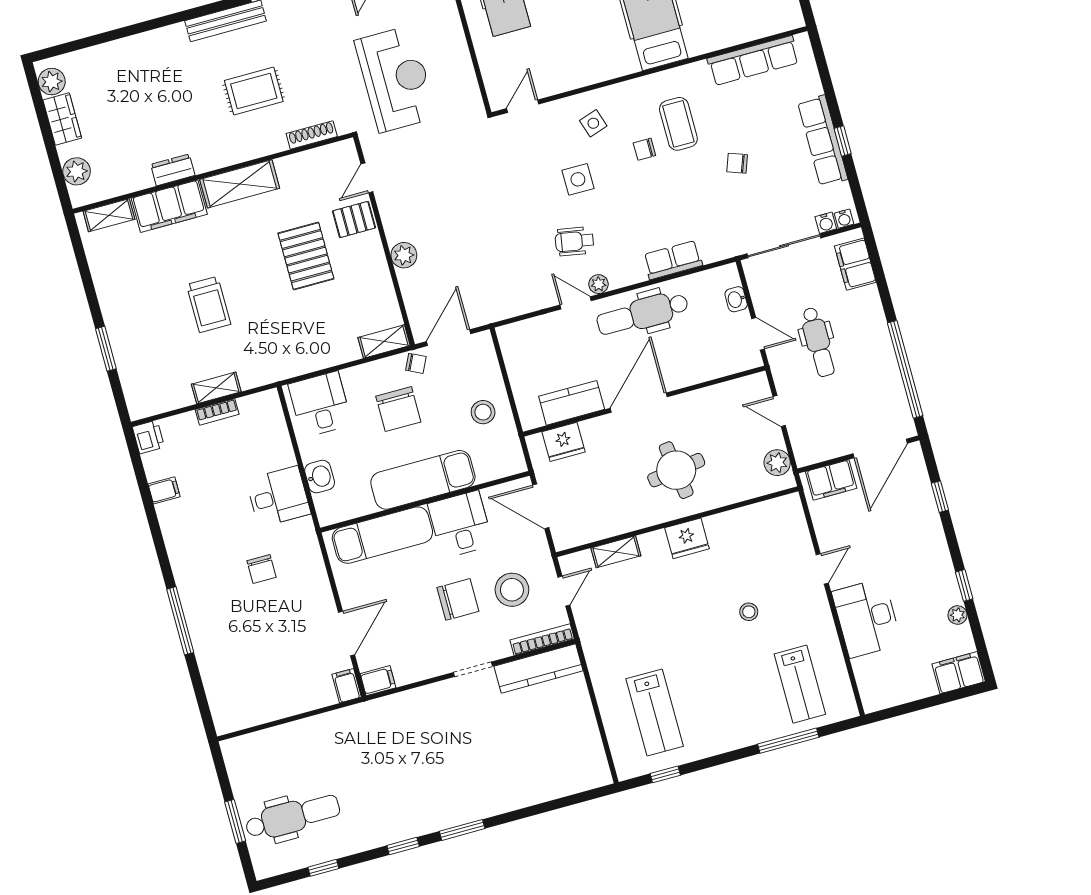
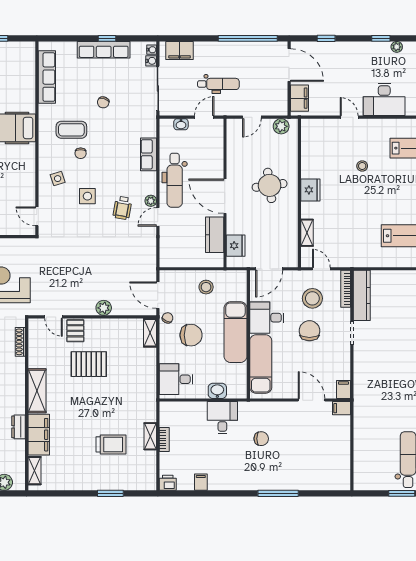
trolley: (209, 304) -> (111, 444), moved

